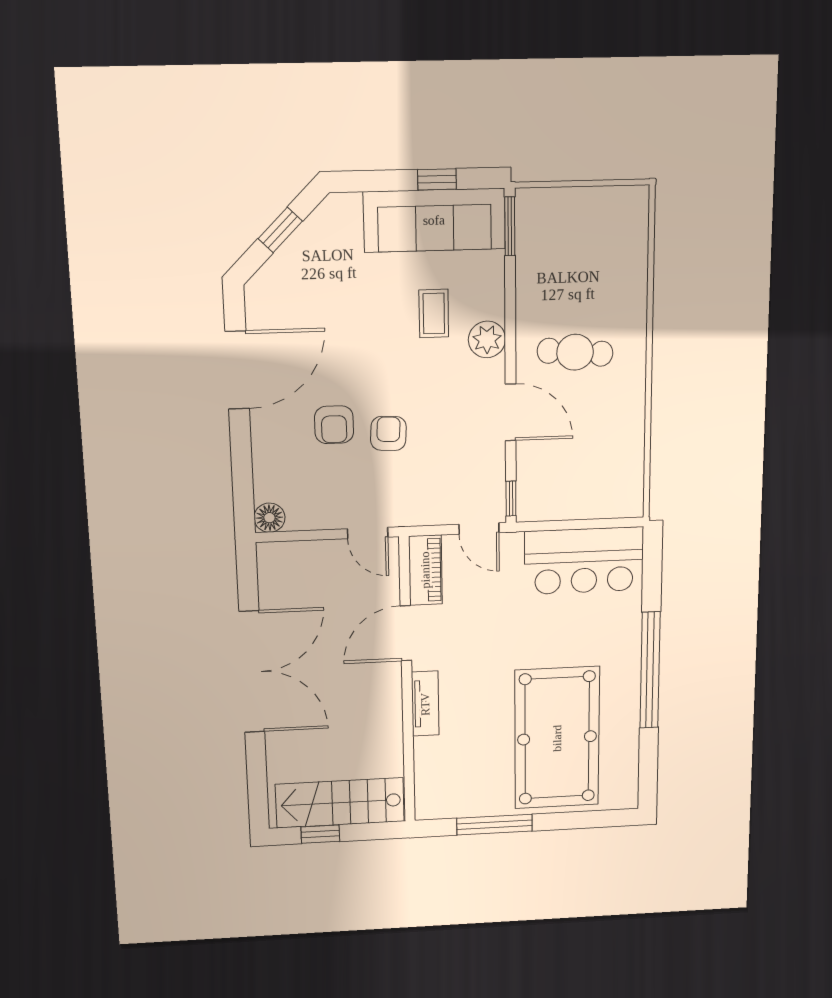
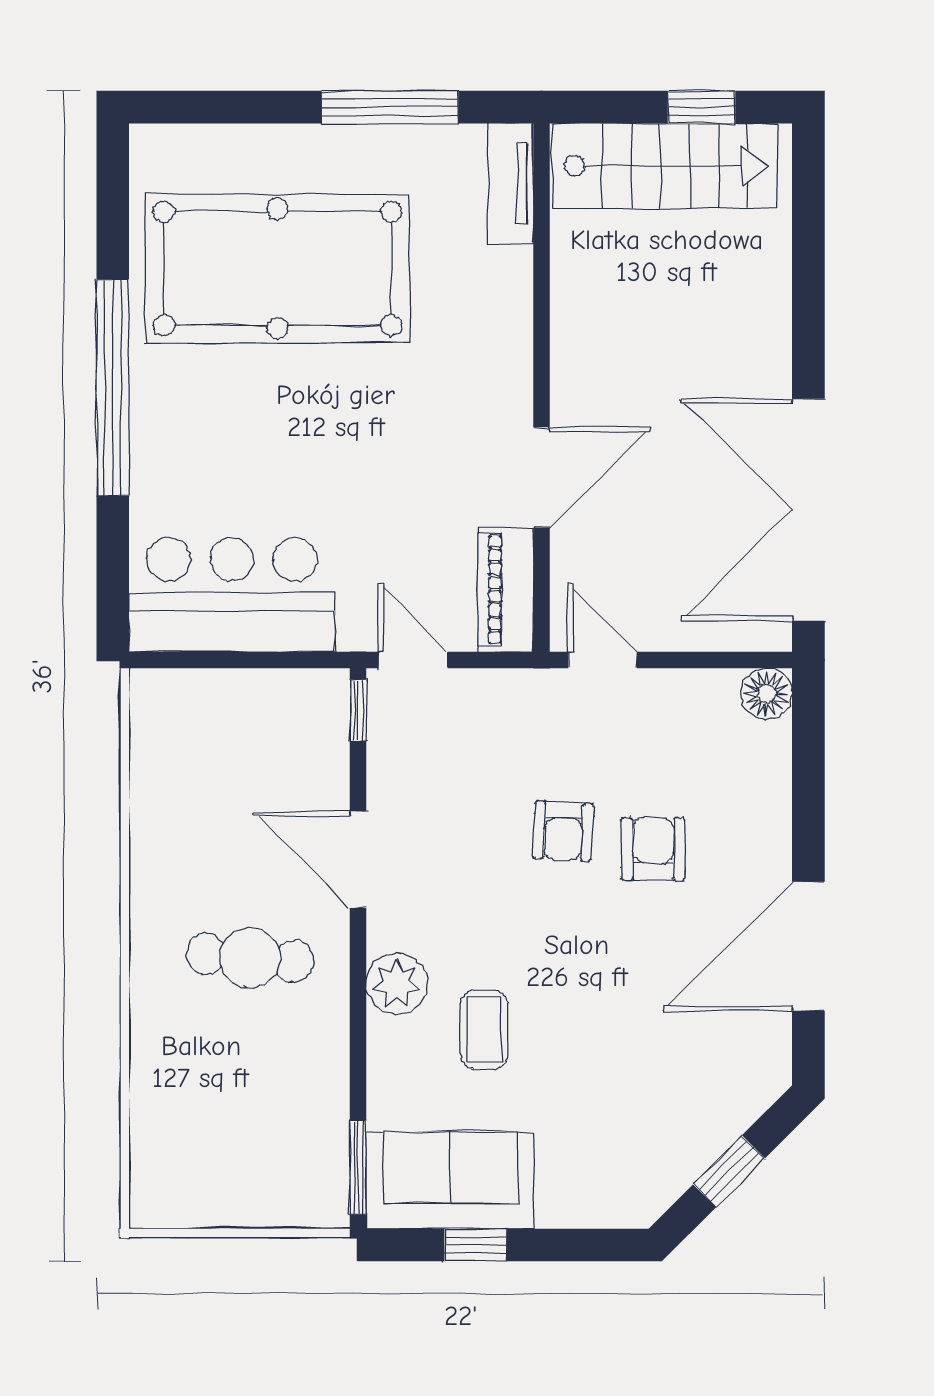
sofa: (434, 220) -> (450, 1180), width x0.73
double door: (252, 672) -> (808, 510), moved
tv unit: (425, 704) -> (510, 184), moved
pool table: (557, 738) -> (277, 269), turned 90

